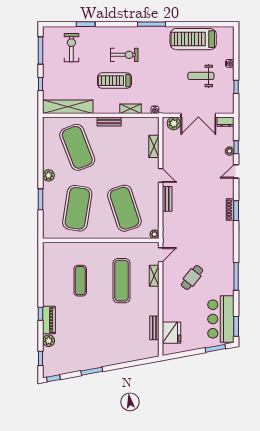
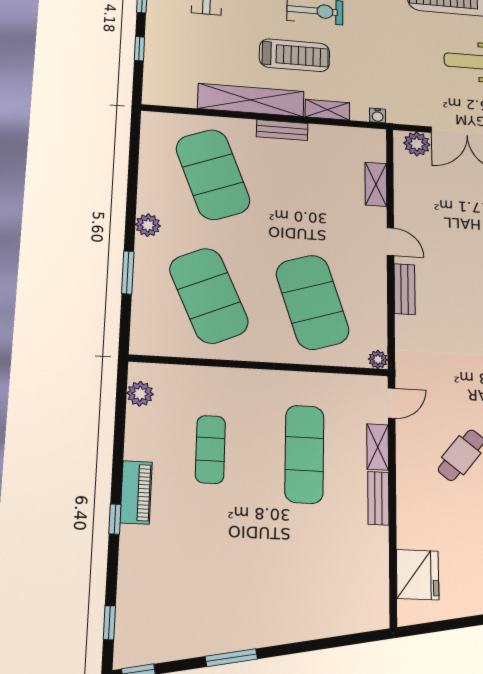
treadmill: (115, 81) -> (295, 55), turned 180
shelving: (68, 107) -> (251, 100), moved
exercise mat: (77, 208) -> (209, 296), turned -33
piano: (49, 320) -> (136, 492), moved
bench: (154, 328) -> (378, 498), moved
plant: (49, 341) -> (140, 394), moved

